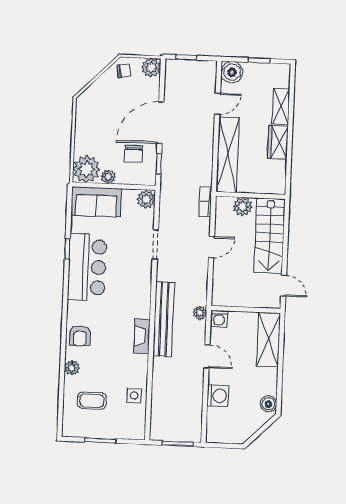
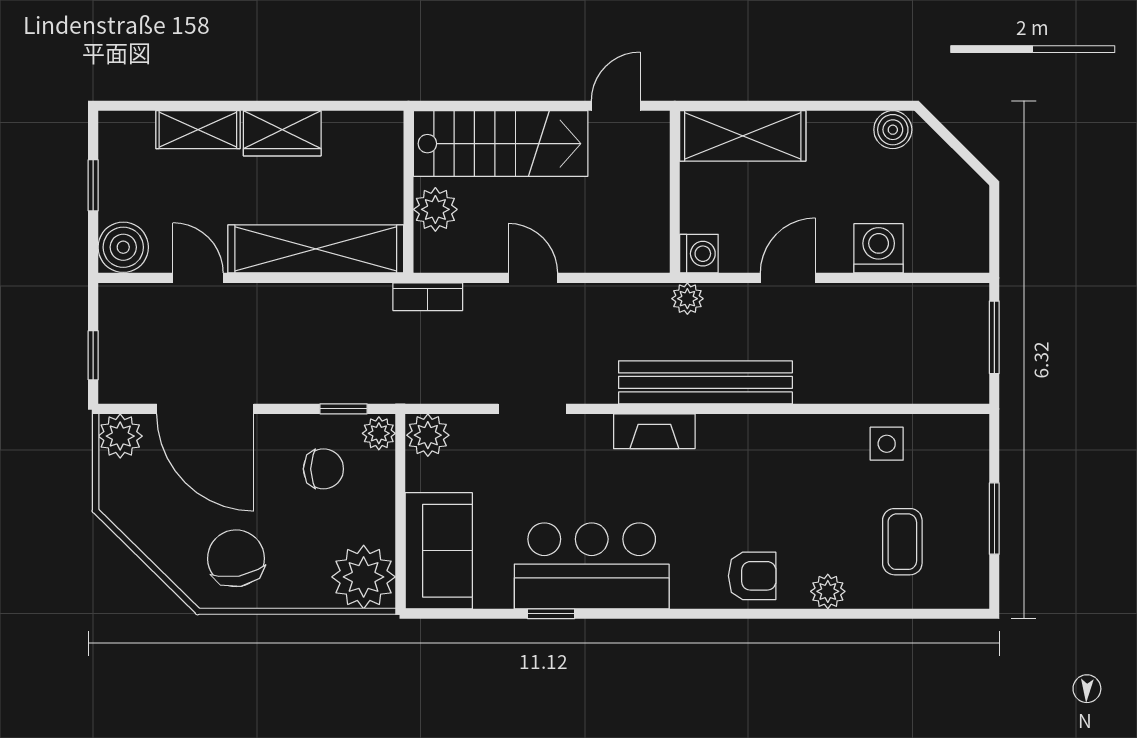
chair: (124, 71) -> (236, 558), moved, width x1.87, depth x1.87
door: (160, 123) -> (205, 409), moved
plant: (108, 177) -> (379, 433), moved
fireplace: (142, 336) -> (654, 431), moved

